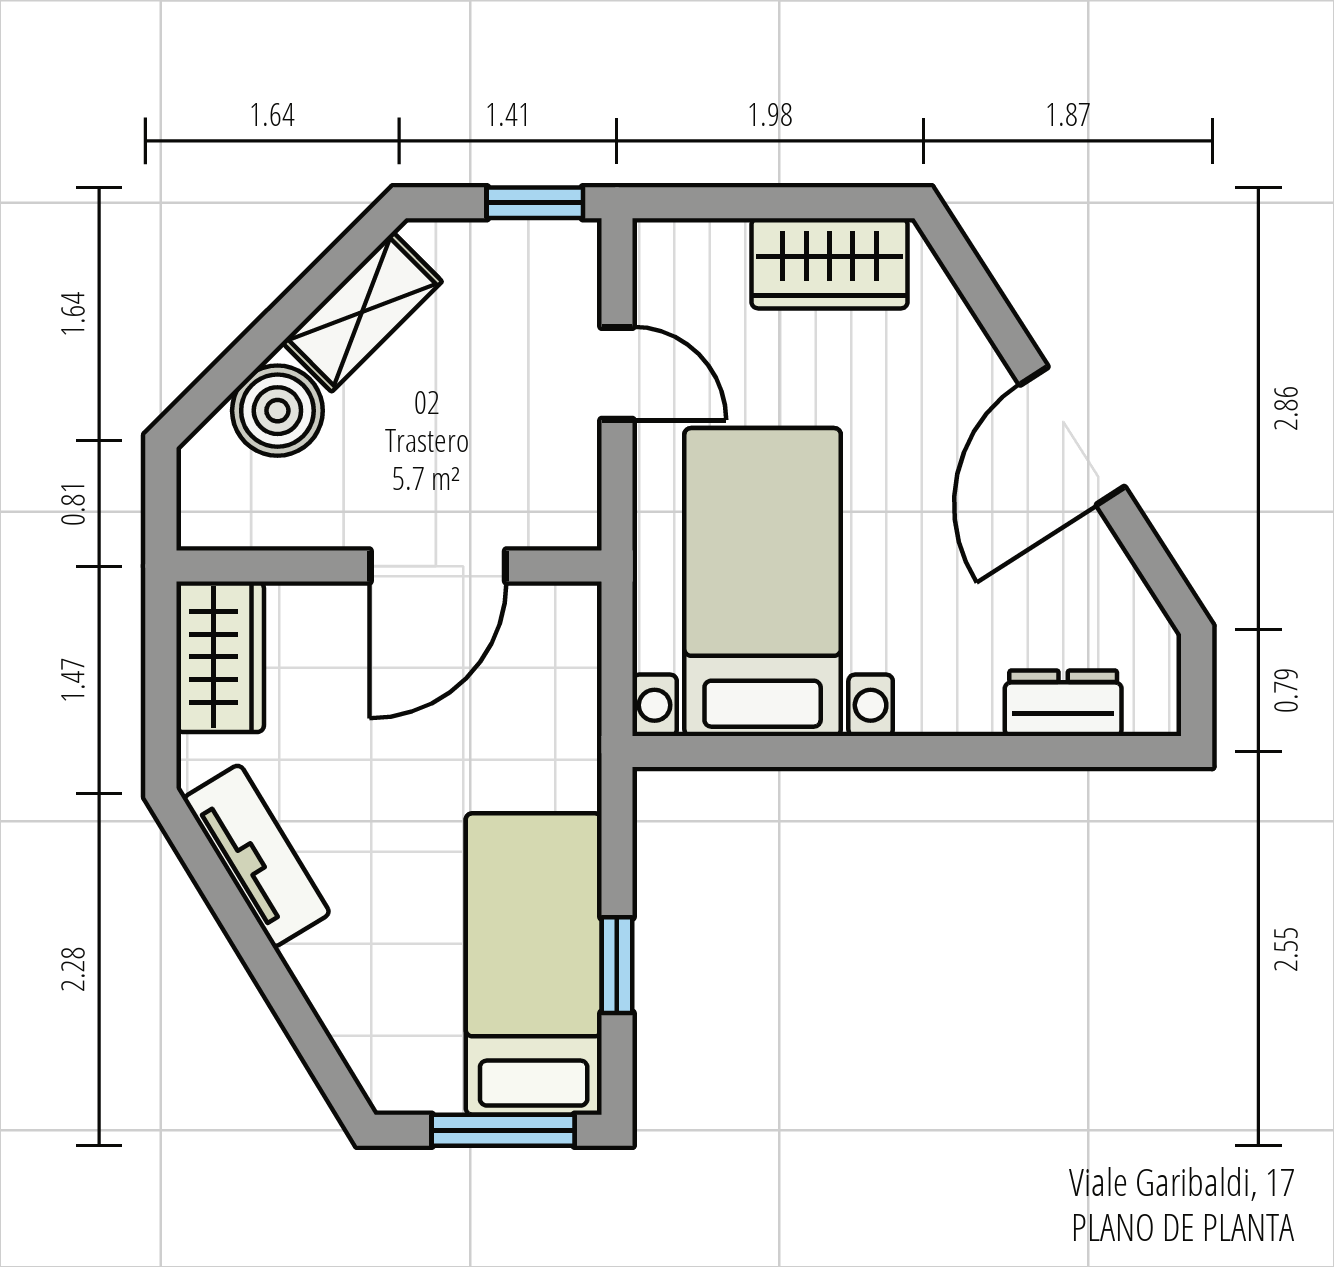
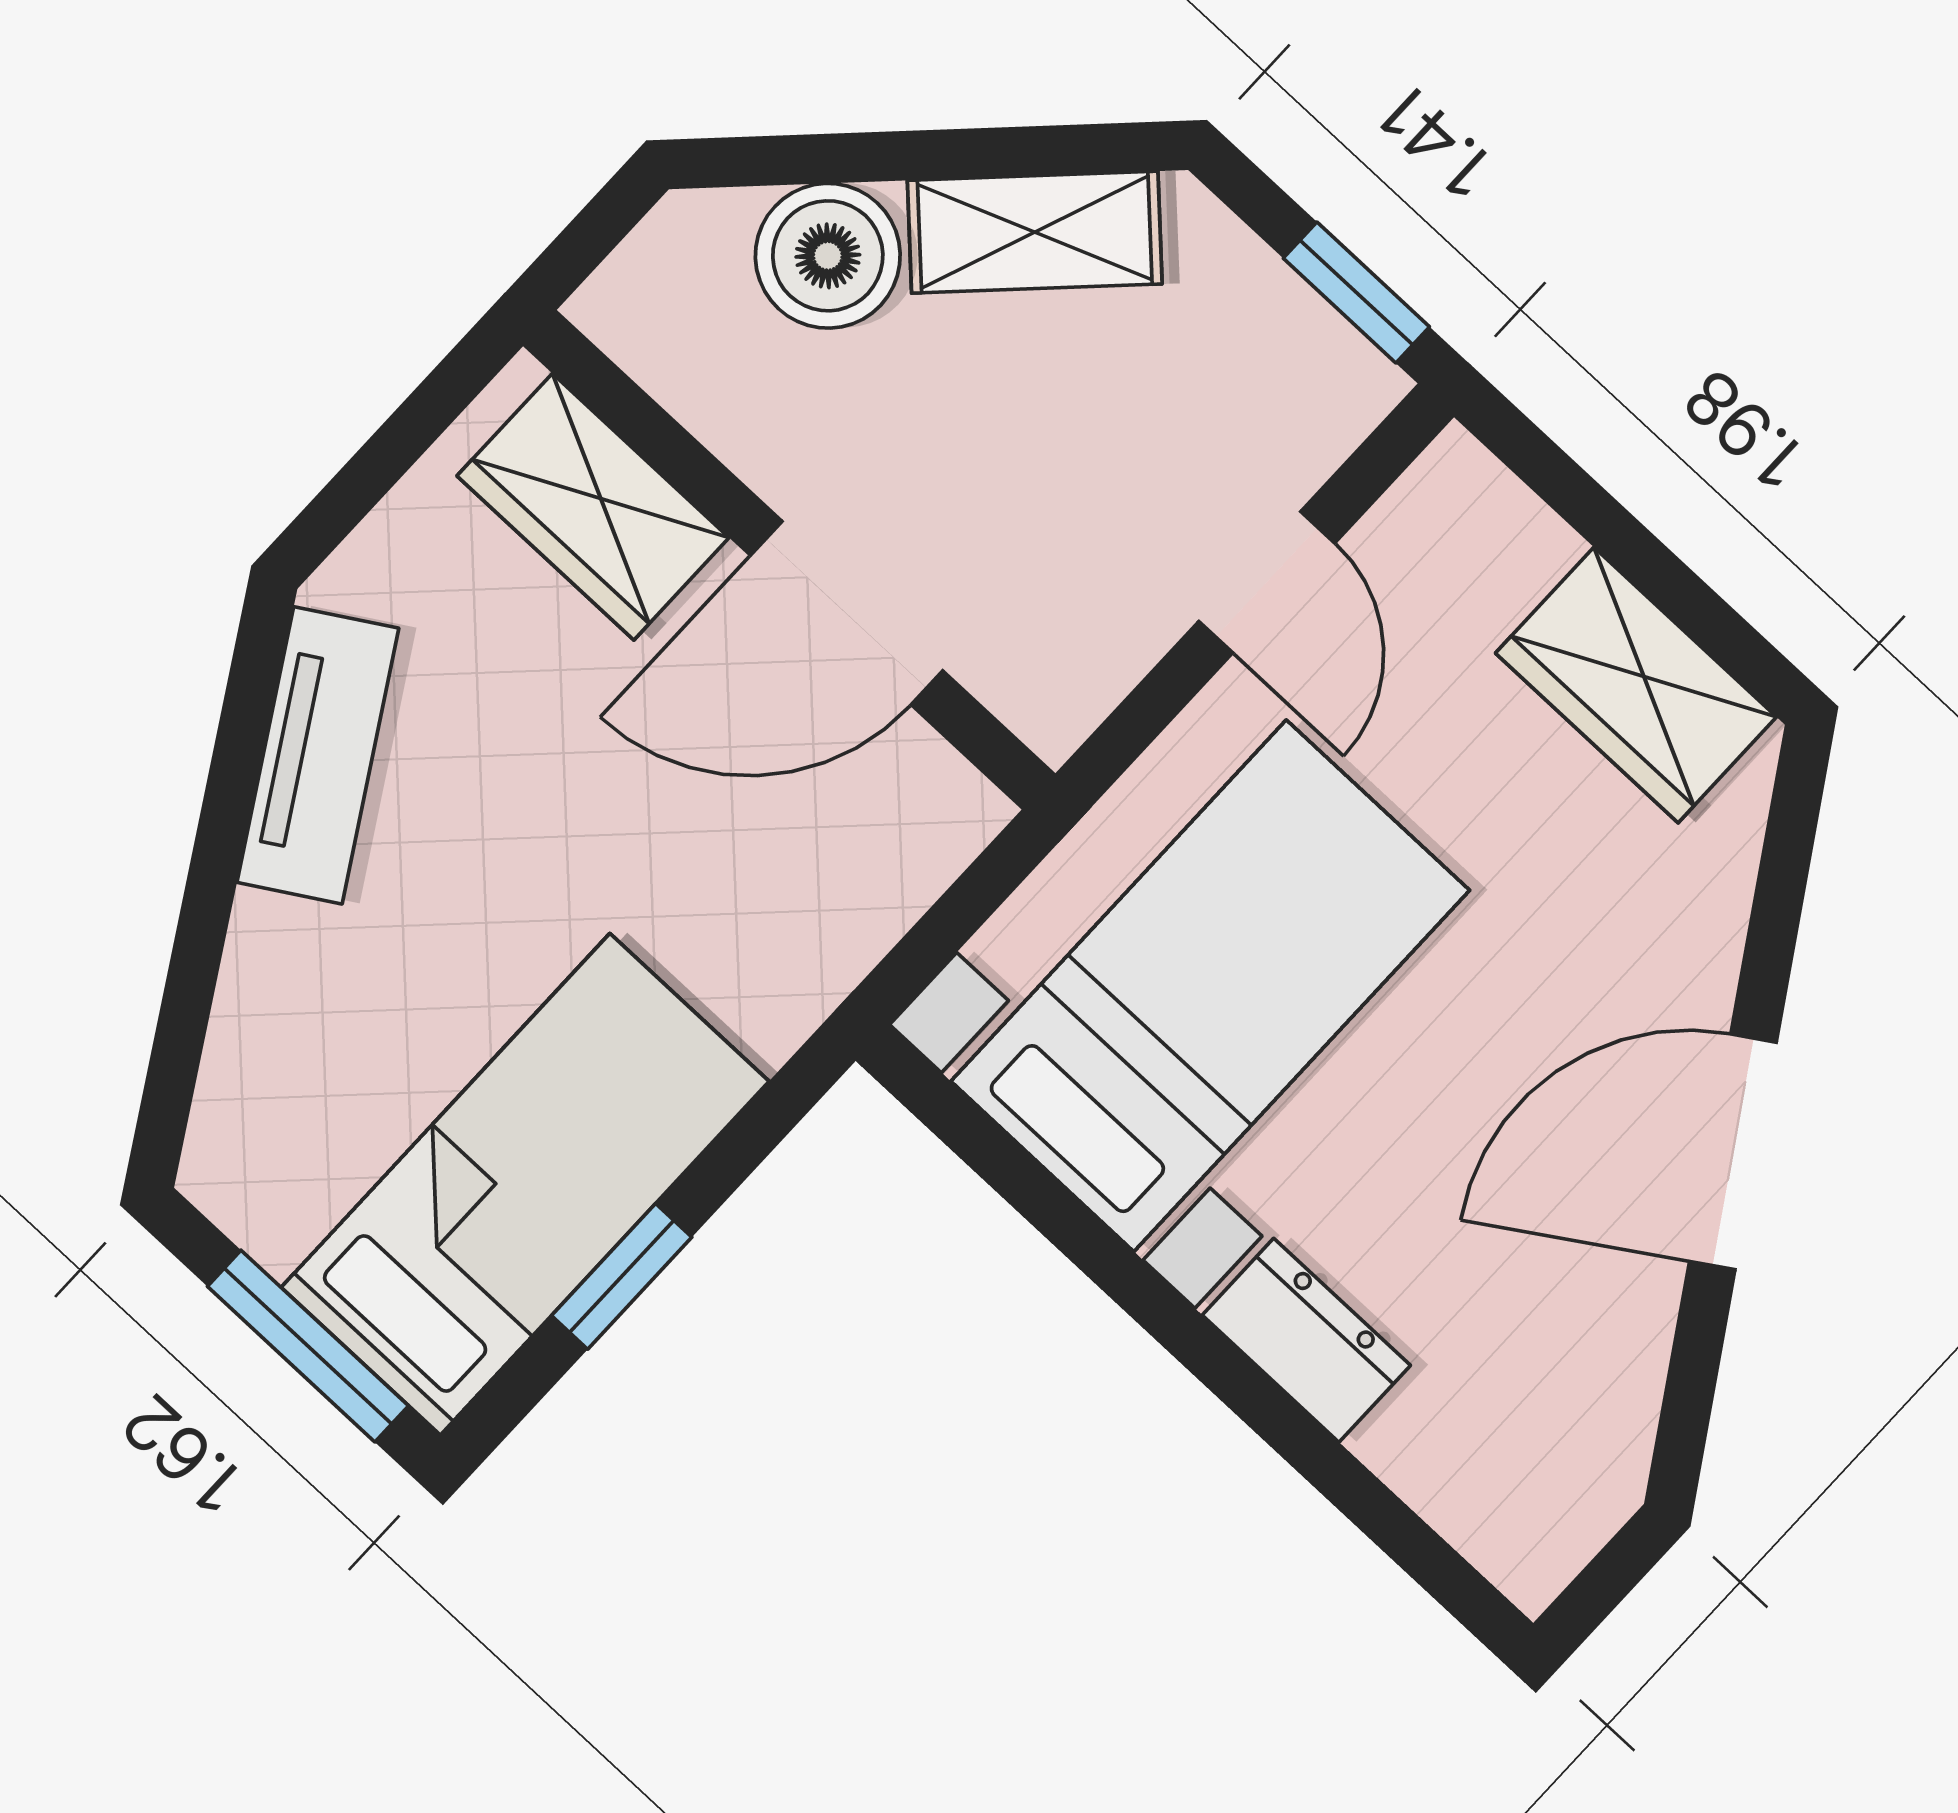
wardrobe: (220, 657) -> (593, 507), moved, turned 90
dresser: (1063, 703) -> (1306, 1340), moved

